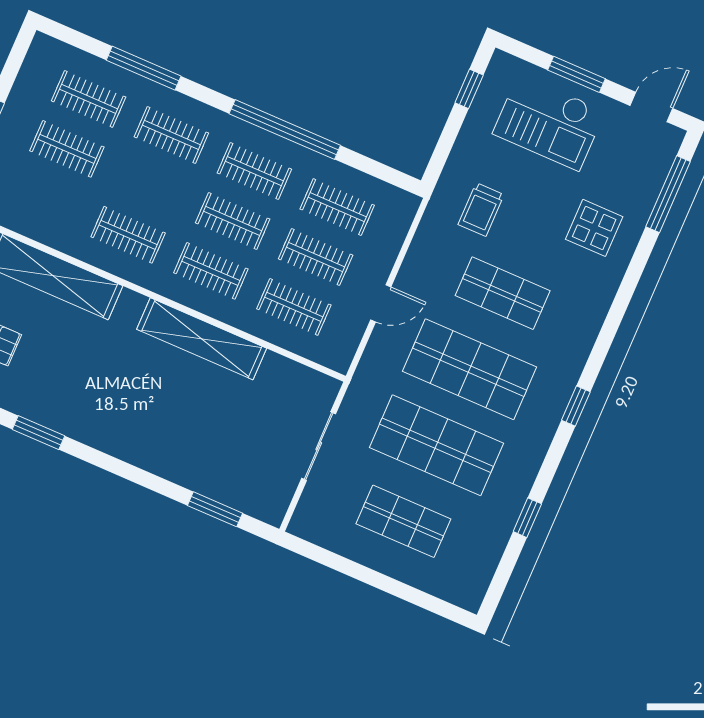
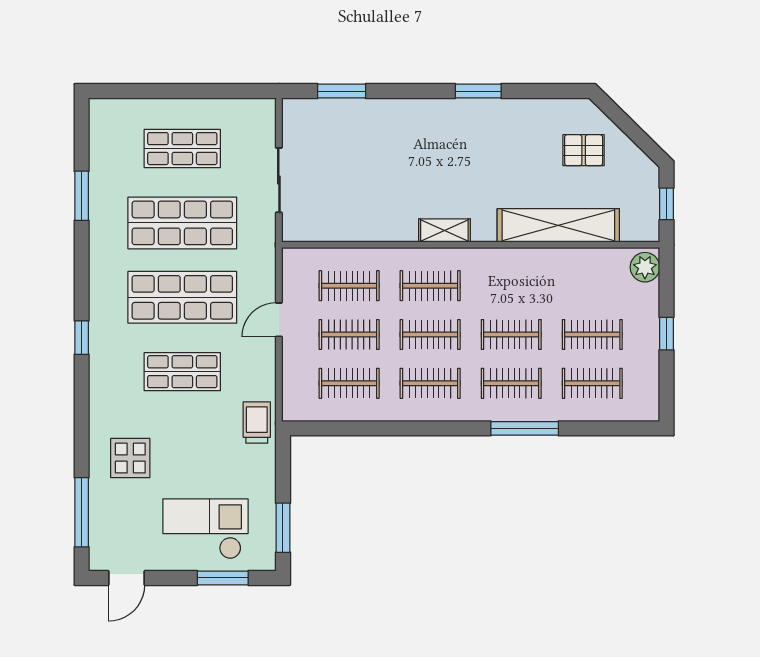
window: (144, 68) -> (525, 428), moved
window: (576, 74) -> (223, 578), moved
window: (469, 89) -> (283, 528), width x1.50
window: (285, 130) -> (420, 428), removed
trolley: (481, 210) -> (257, 423), moved
clothes rail: (128, 235) -> (511, 335), moved
shelving: (202, 339) -> (444, 230), width x0.45, depth x0.75
window: (576, 406) -> (82, 338), moved
window: (39, 433) -> (478, 91), moved
window: (527, 518) -> (82, 196), width x1.50

